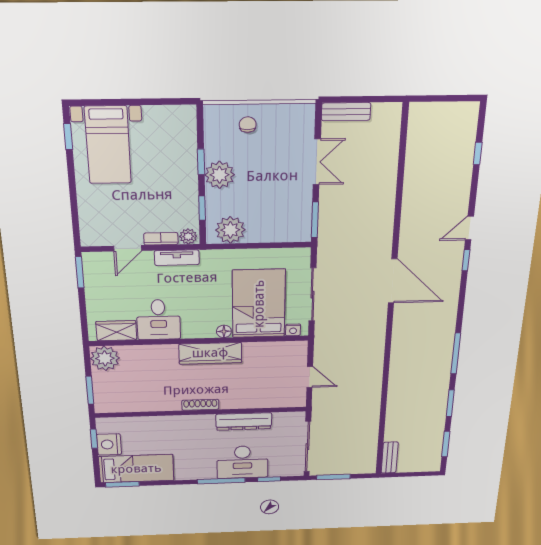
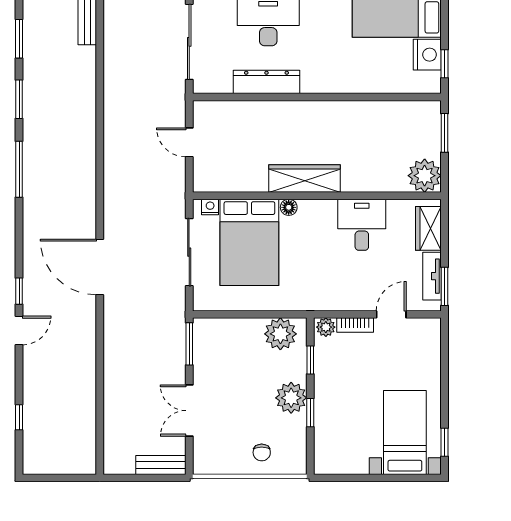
tv unit: (177, 258) -> (432, 276), moved, turned -90
wardrobe: (116, 331) -> (428, 228), moved, turned 90
shoe rack: (200, 405) -> (317, 108), removed

